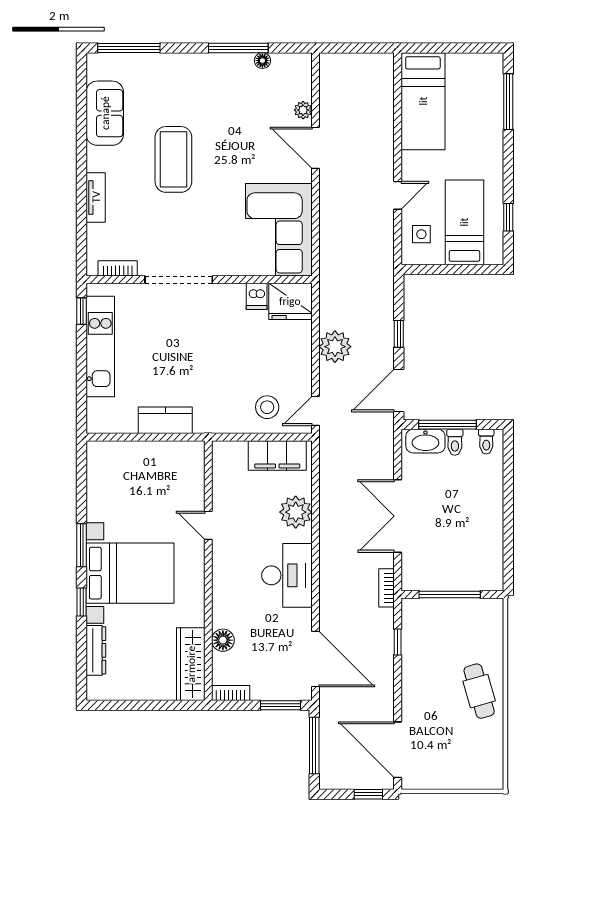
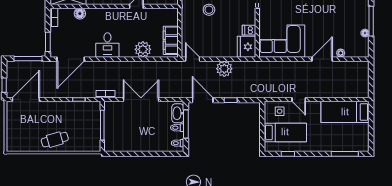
stool: (267, 407) -> (209, 10), moved
desk: (287, 575) -> (107, 45), width x0.73

